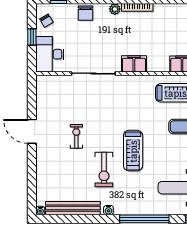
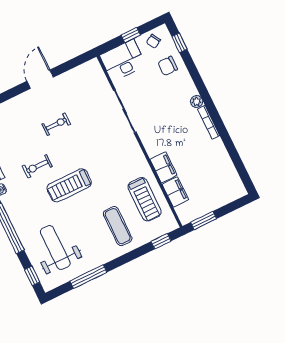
chair: (86, 13) -> (168, 66), moved
filing cabinet: (134, 64) -> (163, 167), moved
exercise bike: (104, 170) -> (37, 166), width x0.73, depth x0.72

